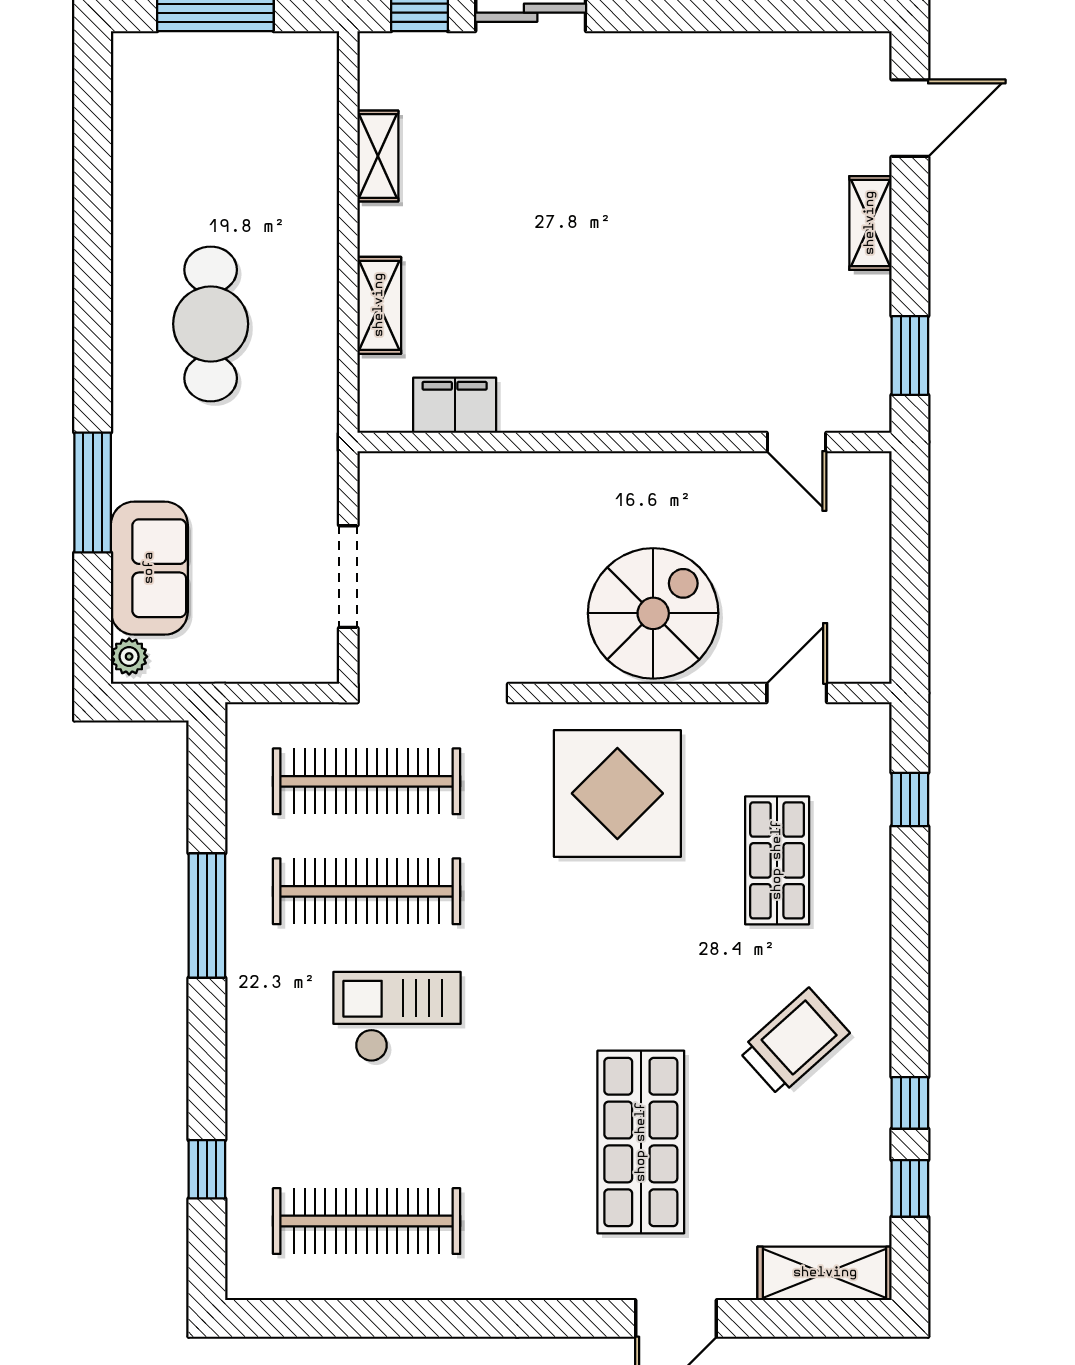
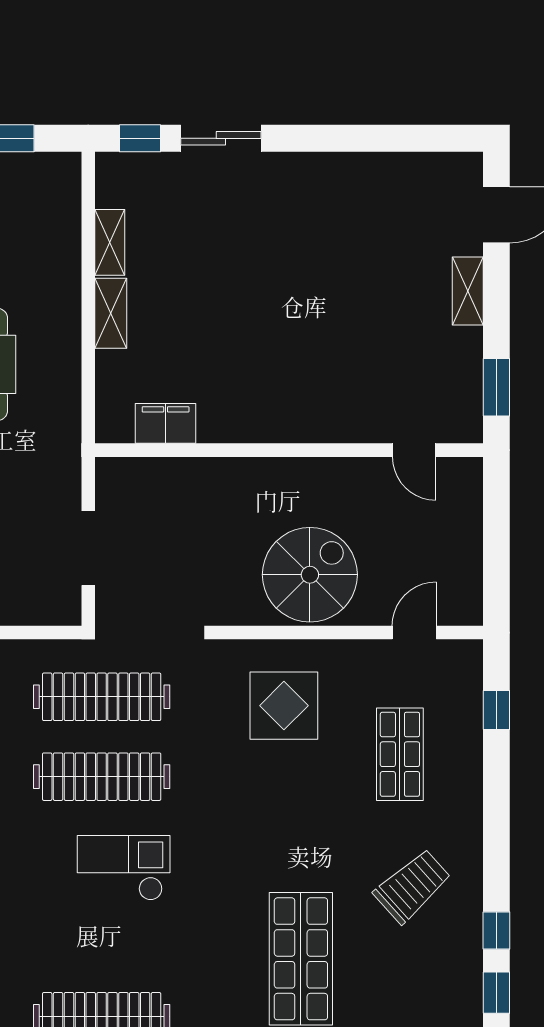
shelving: (379, 305) -> (111, 313), moved
display table: (617, 793) -> (284, 706), width x0.73, depth x0.73

